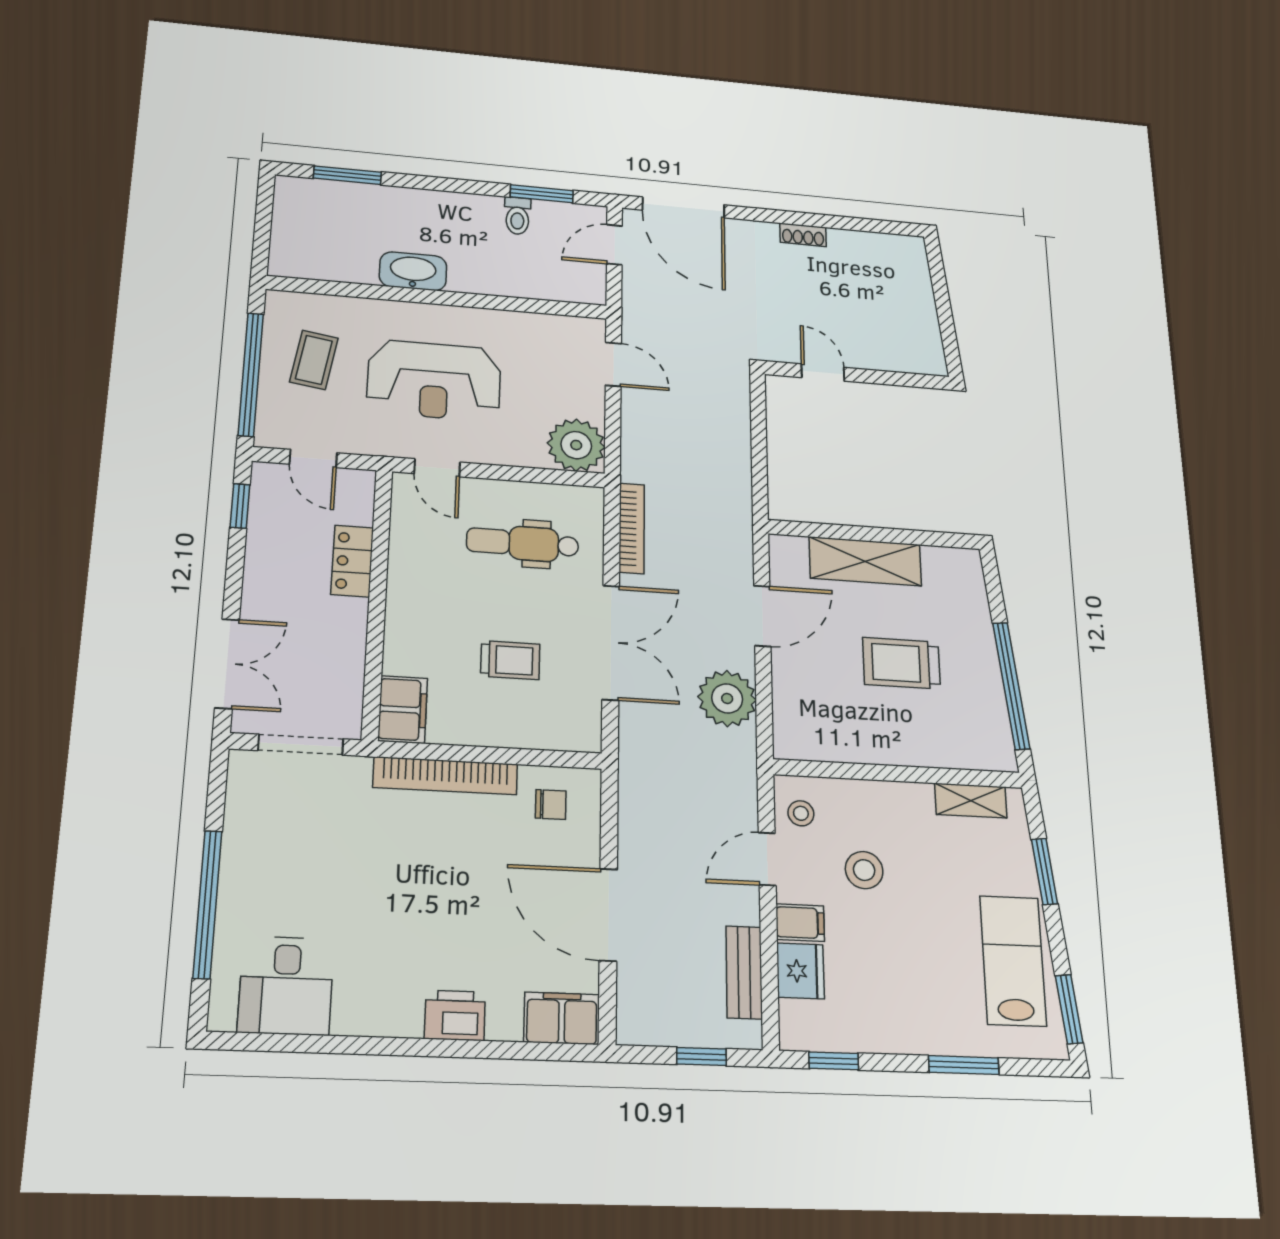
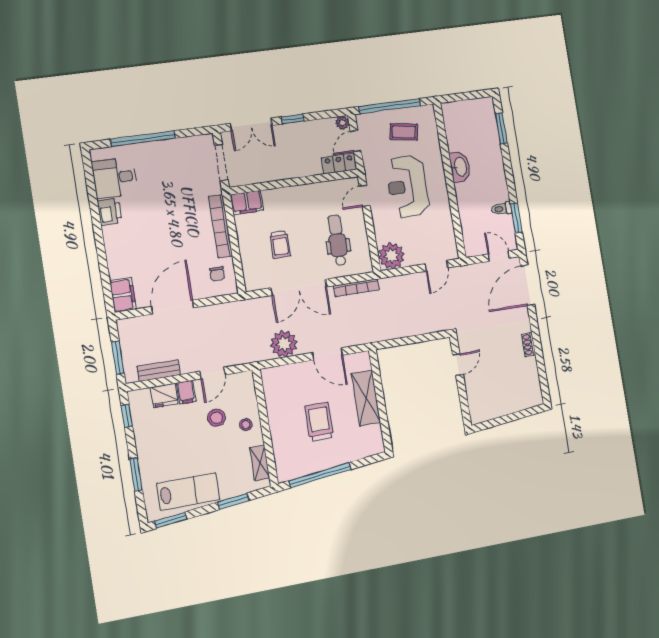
plant: (266, 476) -> (342, 123), added
window: (240, 506) -> (293, 119), moved
locker: (352, 561) -> (339, 164), moved
stool: (801, 813) -> (246, 425), moved
door: (767, 859) -> (212, 373), swing flipped
printer: (455, 1015) -> (110, 212), moved
window: (701, 1057) -> (118, 358), width x1.50

